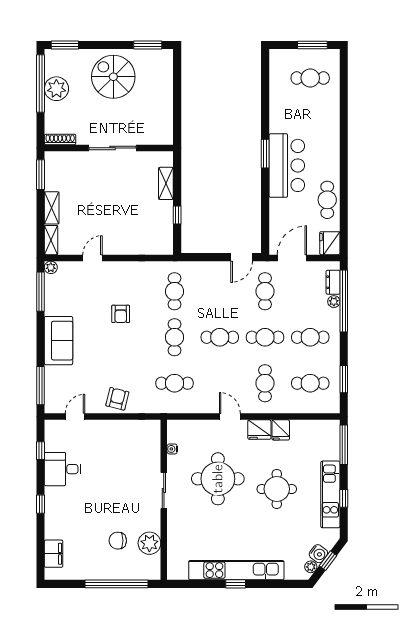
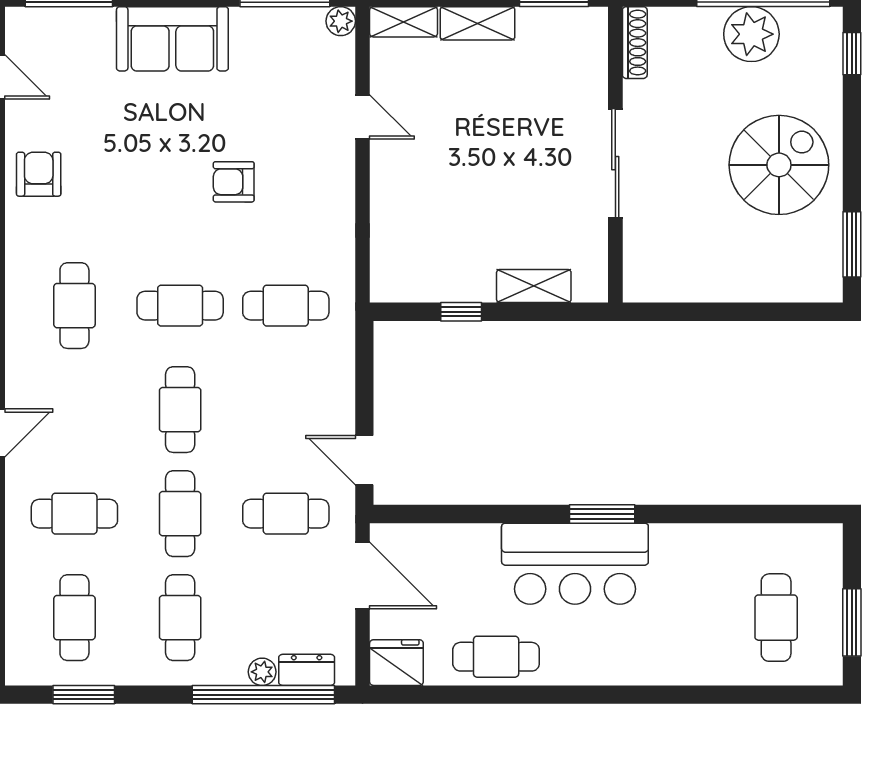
window: (65, 45) -> (852, 54), width x0.67
armchair: (117, 399) -> (39, 174), turned -104

